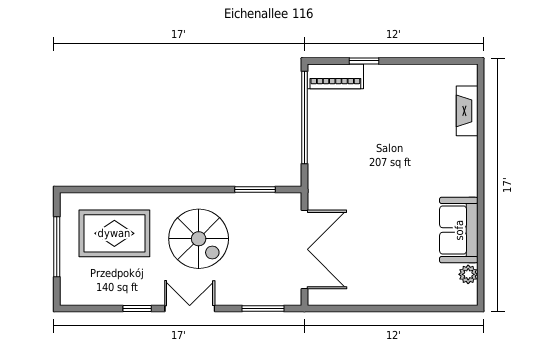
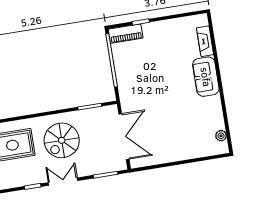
sofa: (459, 230) -> (206, 77), moved
spiral stairs: (199, 239) -> (62, 140), turned 90

